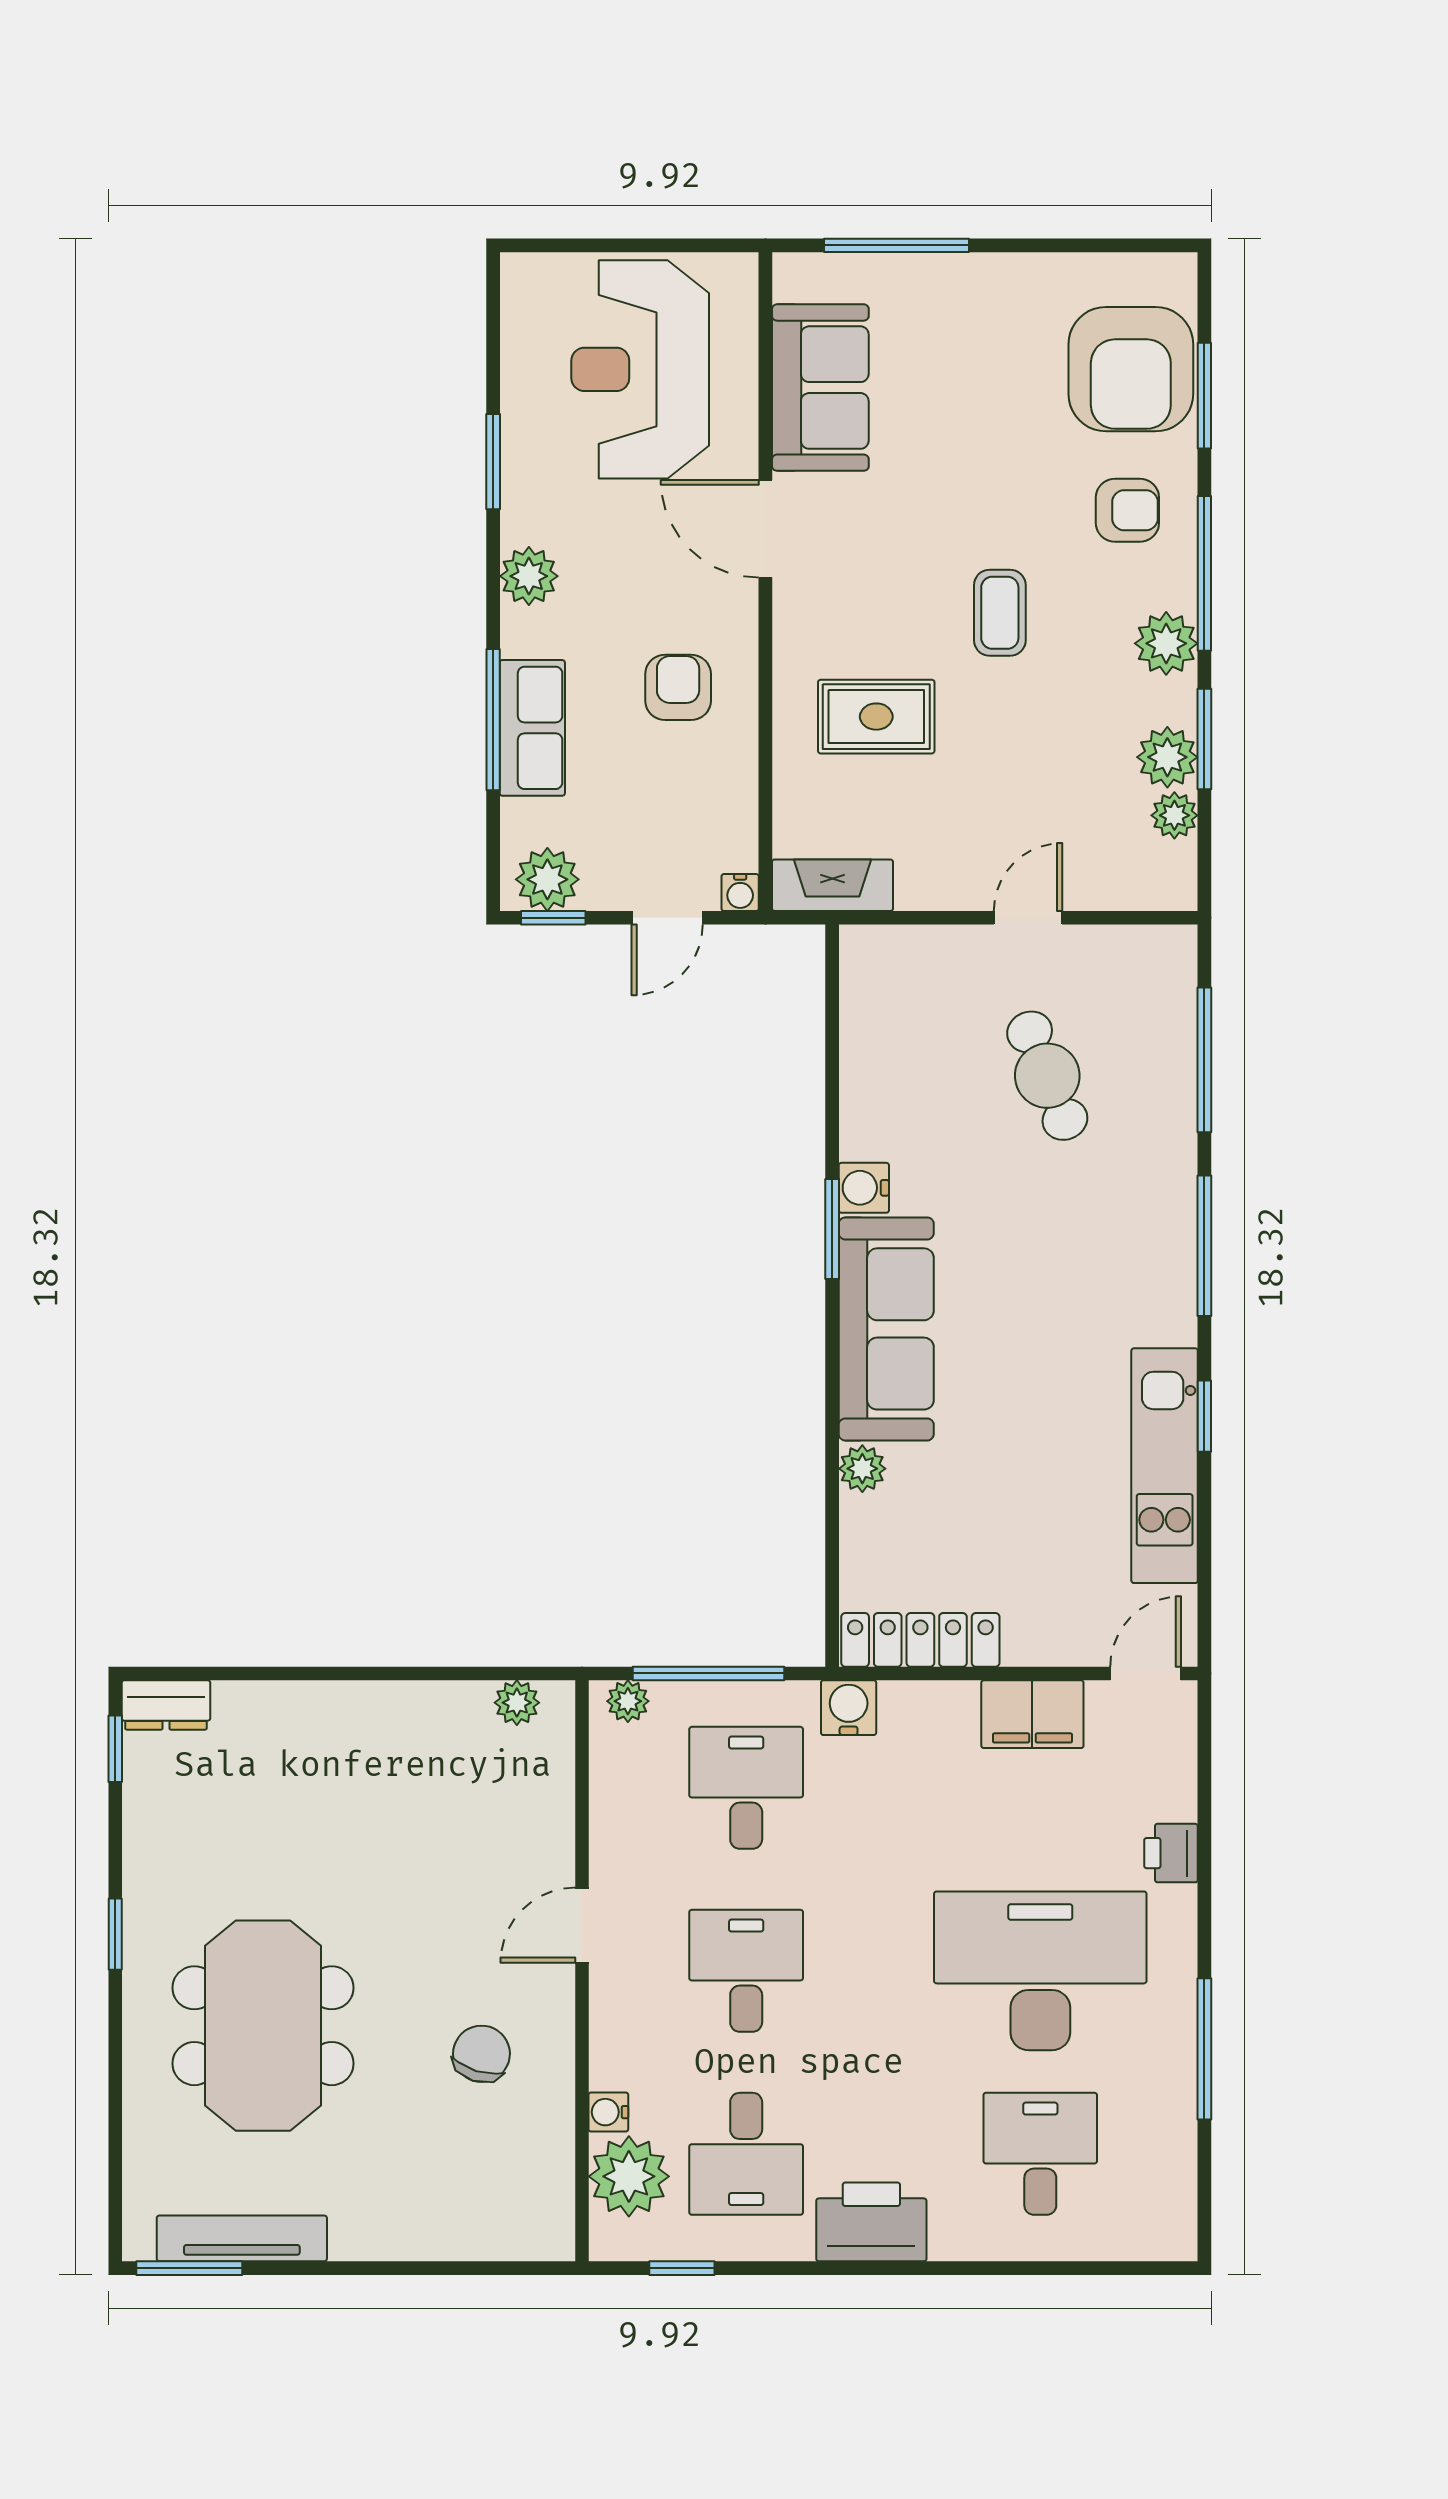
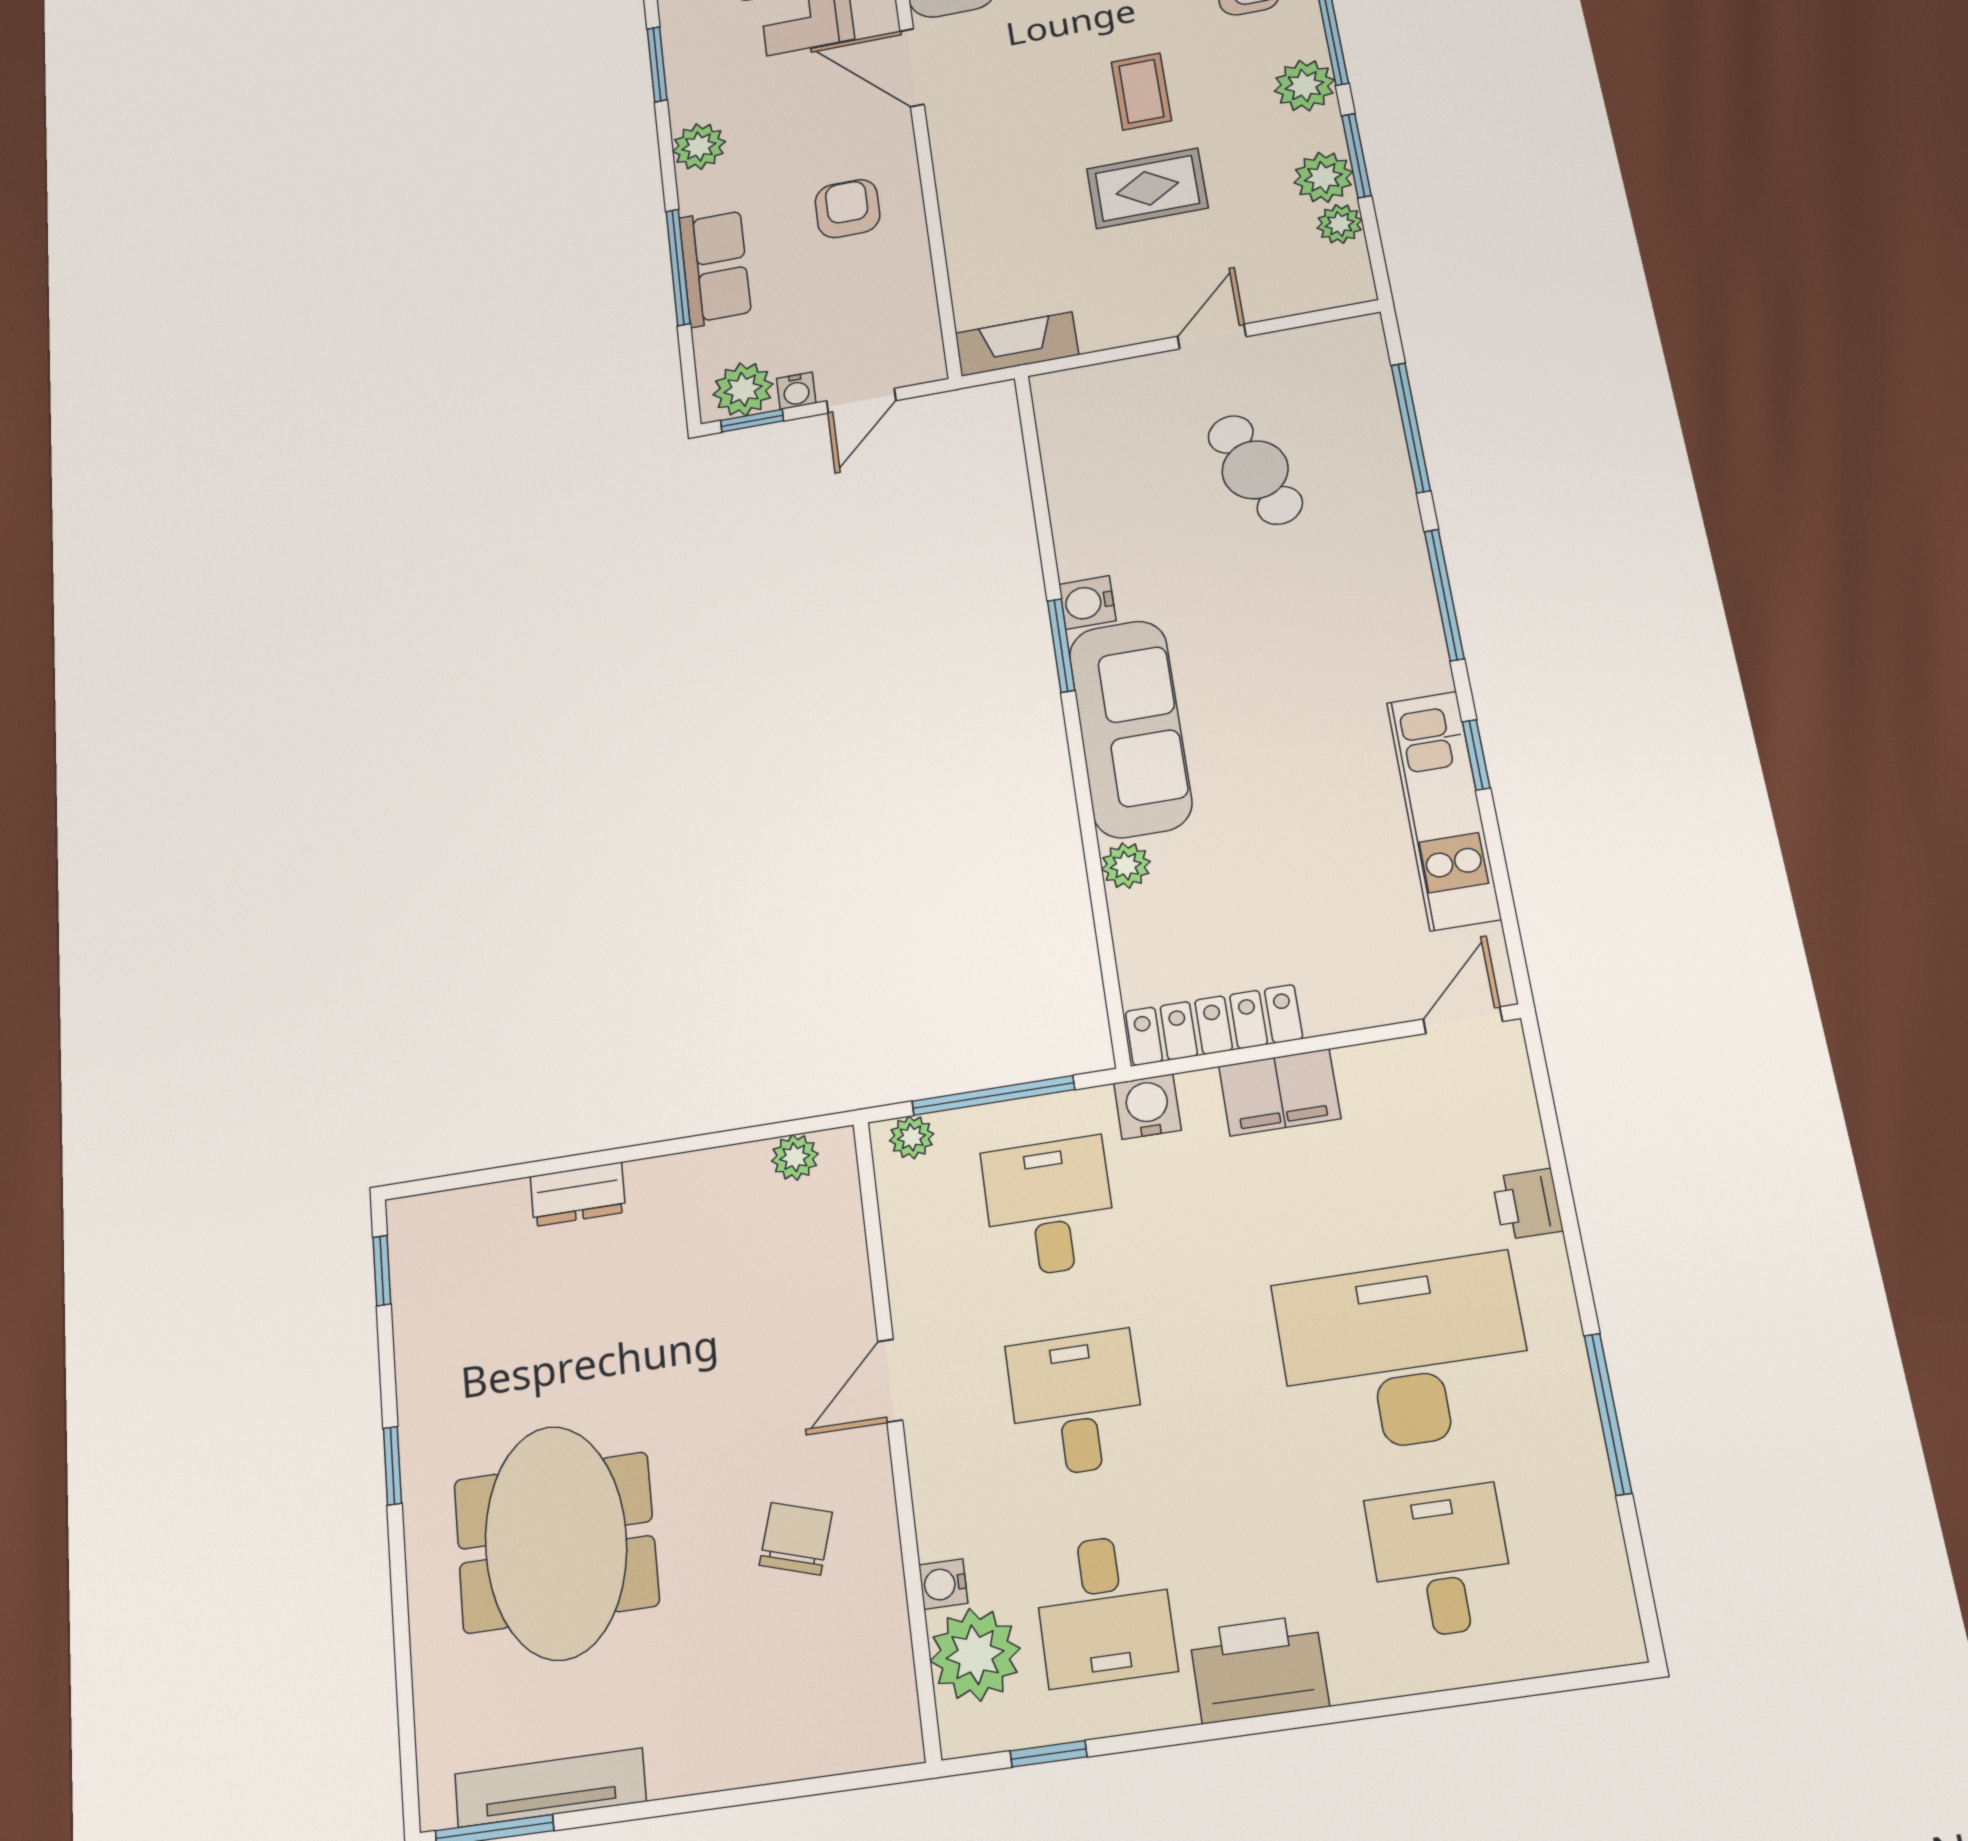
rug: (876, 717) -> (1147, 188), moved
water cooler: (740, 892) -> (796, 391), moved
dresser: (166, 1705) -> (578, 1194), moved
filing cabinet: (1032, 1714) -> (1280, 1092), moved

